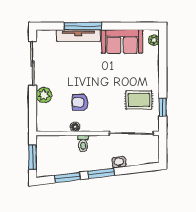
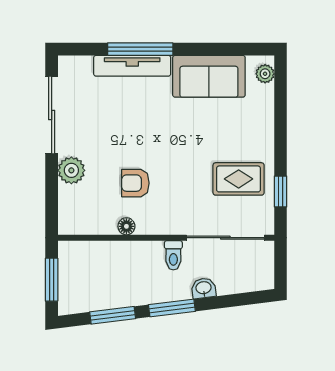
toilet: (83, 143) -> (173, 255), moved

